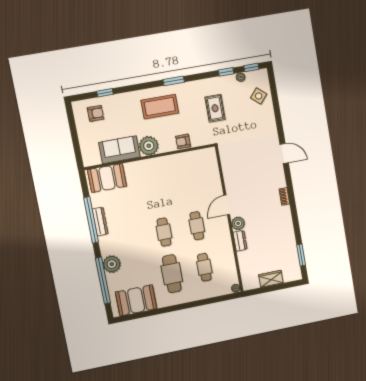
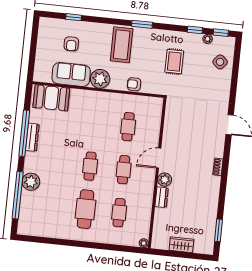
coffee table: (160, 107) -> (122, 45), turned 90
armchair: (96, 113) -> (71, 44), moved, turned 89
cafe table: (189, 184) -> (128, 127), added
booth: (136, 300) -> (43, 224), removed

